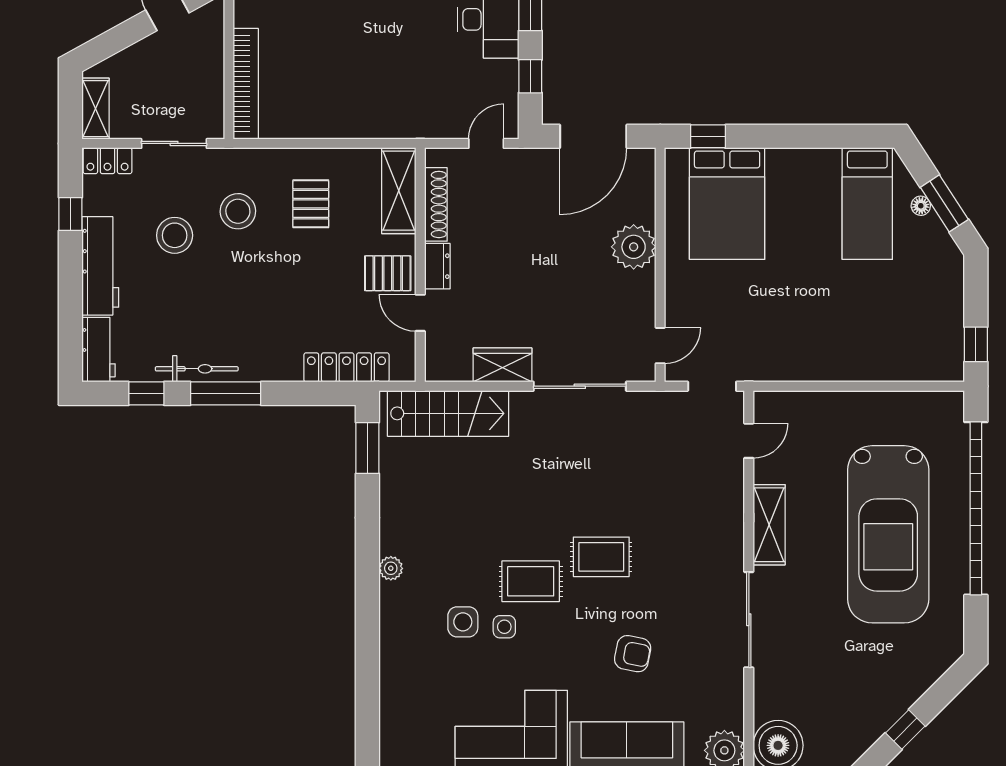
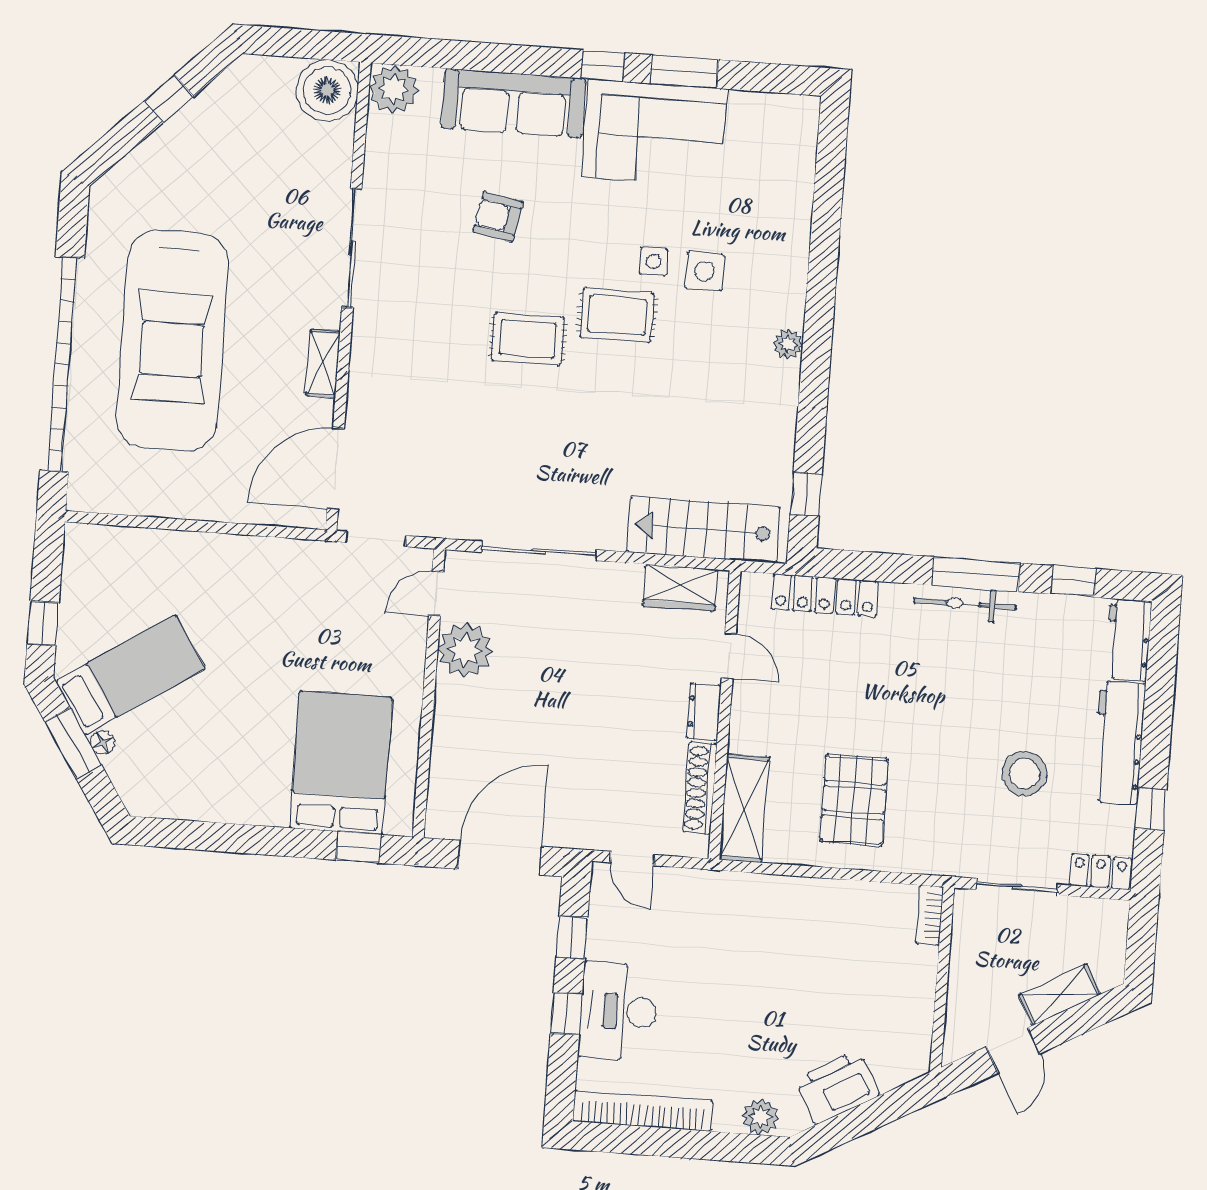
bookcase: (246, 84) -> (930, 915), width x0.43, depth x0.76
shelving: (95, 109) -> (1059, 995), moved, turned 61
door: (486, 143) -> (632, 859), hinge flipped
pallet: (311, 204) -> (854, 800), width x1.50, depth x1.42
bed: (867, 204) -> (130, 675), moved, turned 57
stool: (238, 211) -> (944, 798), removed
plant: (634, 247) -> (465, 650), moved
pallet: (388, 273) -> (765, 708), removed
window: (976, 344) -> (43, 623), moved
wardrobe: (502, 365) -> (680, 588), moved
bicycle: (197, 369) -> (965, 604), moved
door: (749, 441) -> (336, 469), width x1.88
window: (367, 448) -> (806, 494), width x0.67
shelving: (769, 525) -> (323, 364), width x0.67, depth x0.75
car: (888, 534) -> (172, 341), turned 180

